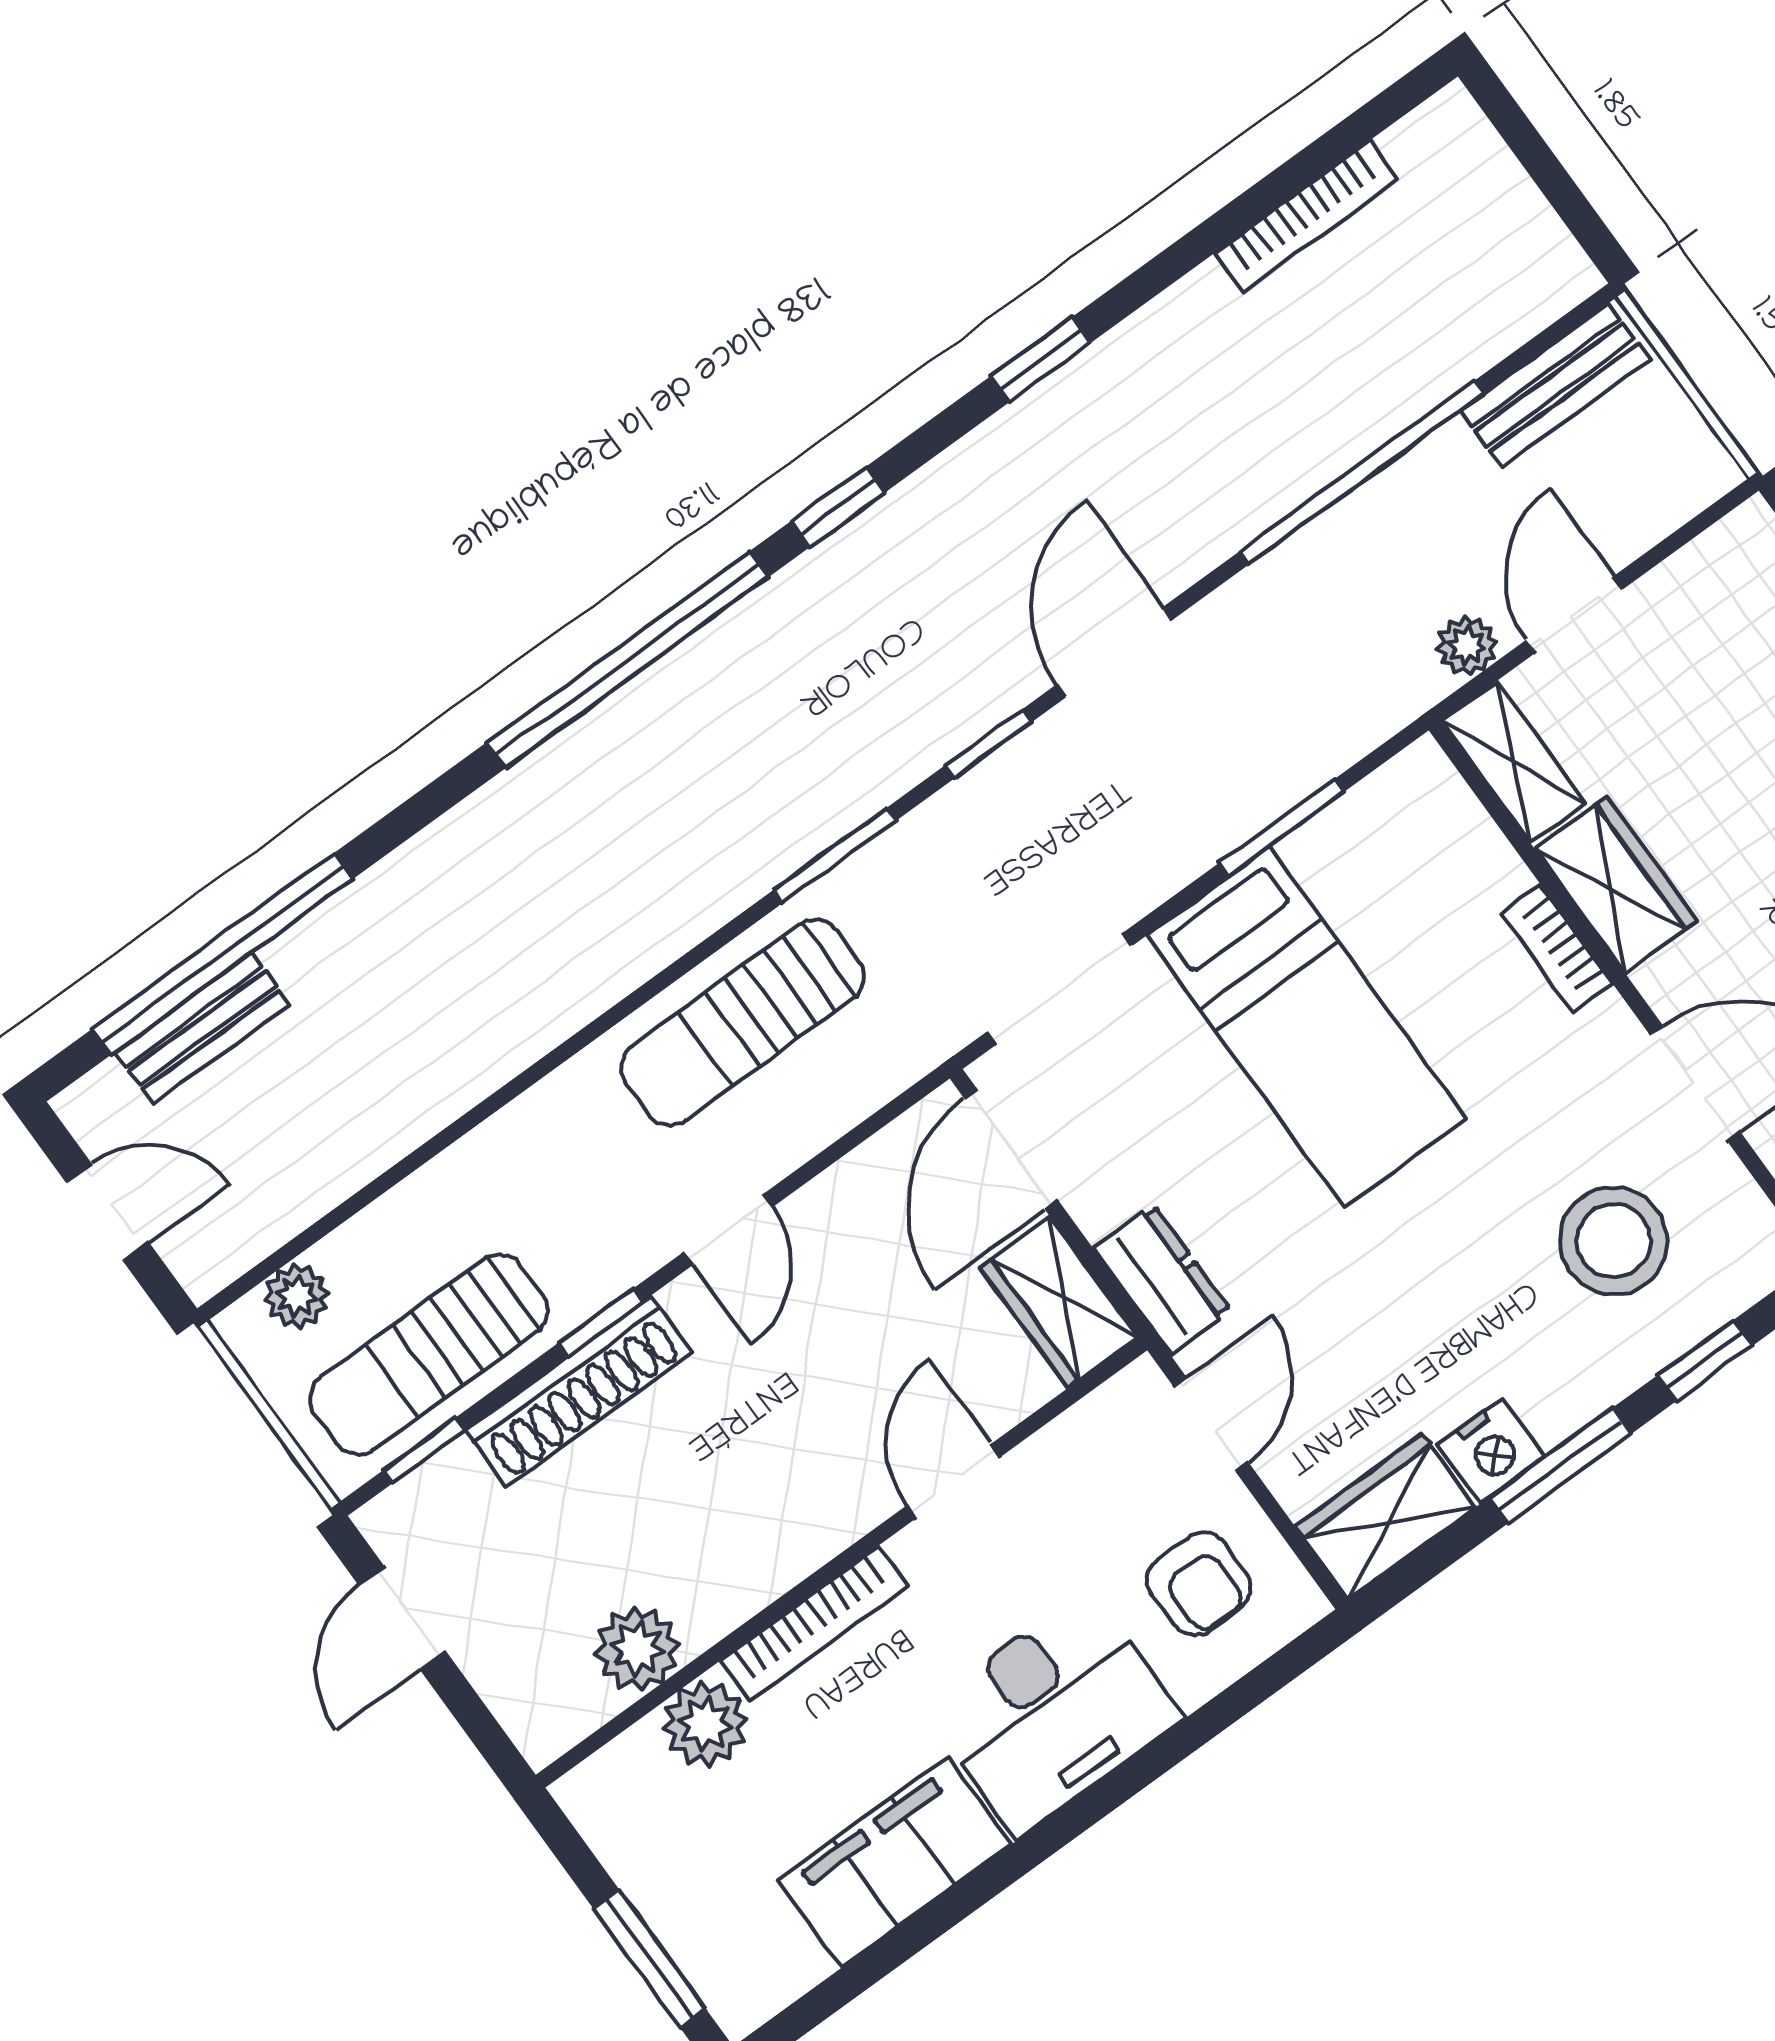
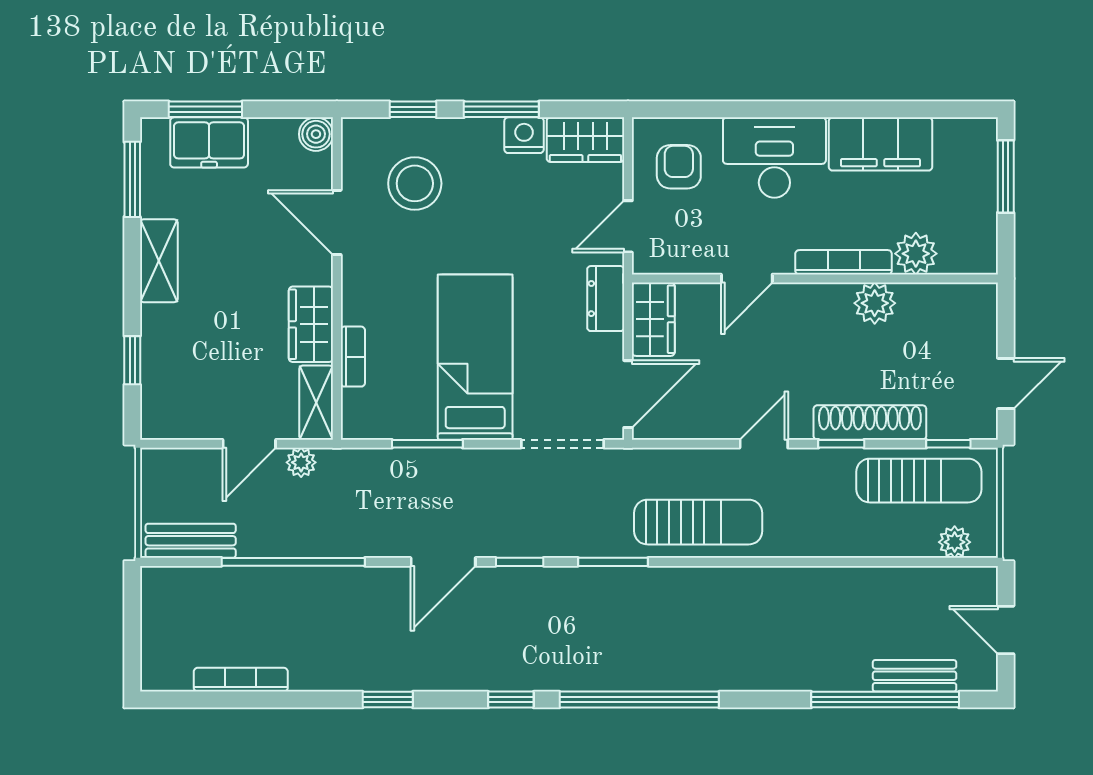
bookcase: (1557, 948) -> (353, 357), moved
plant: (638, 1649) -> (875, 303), moved

